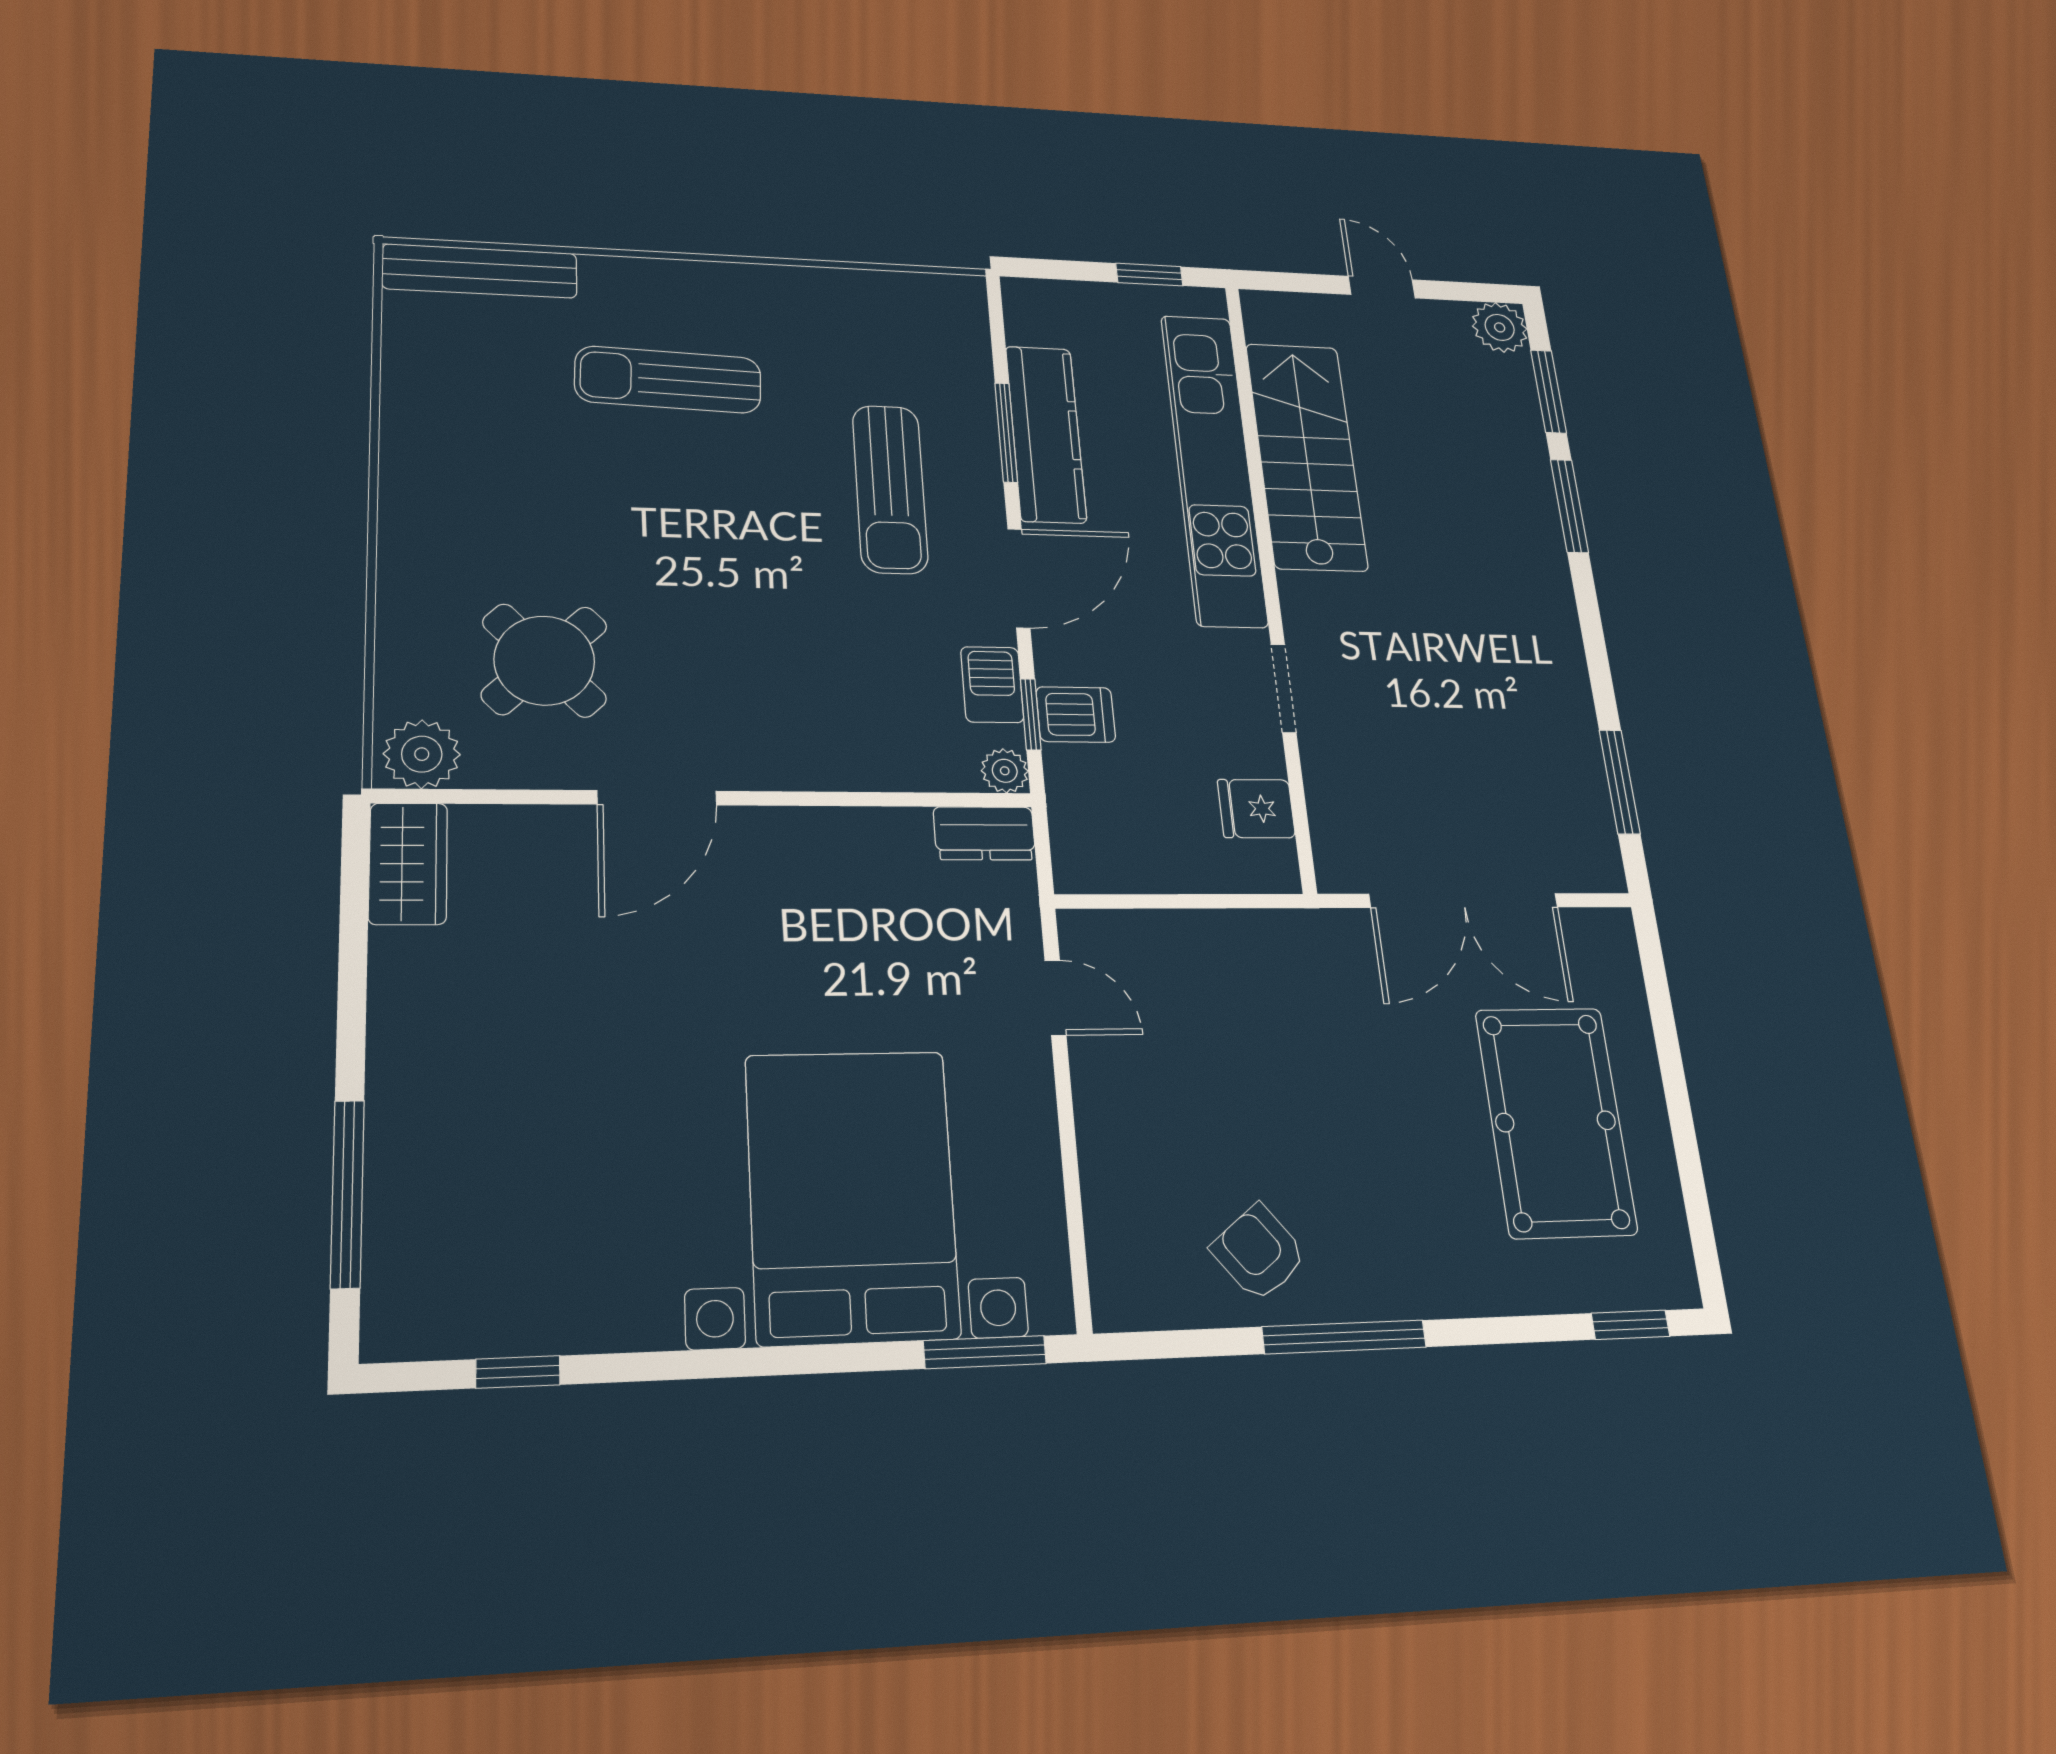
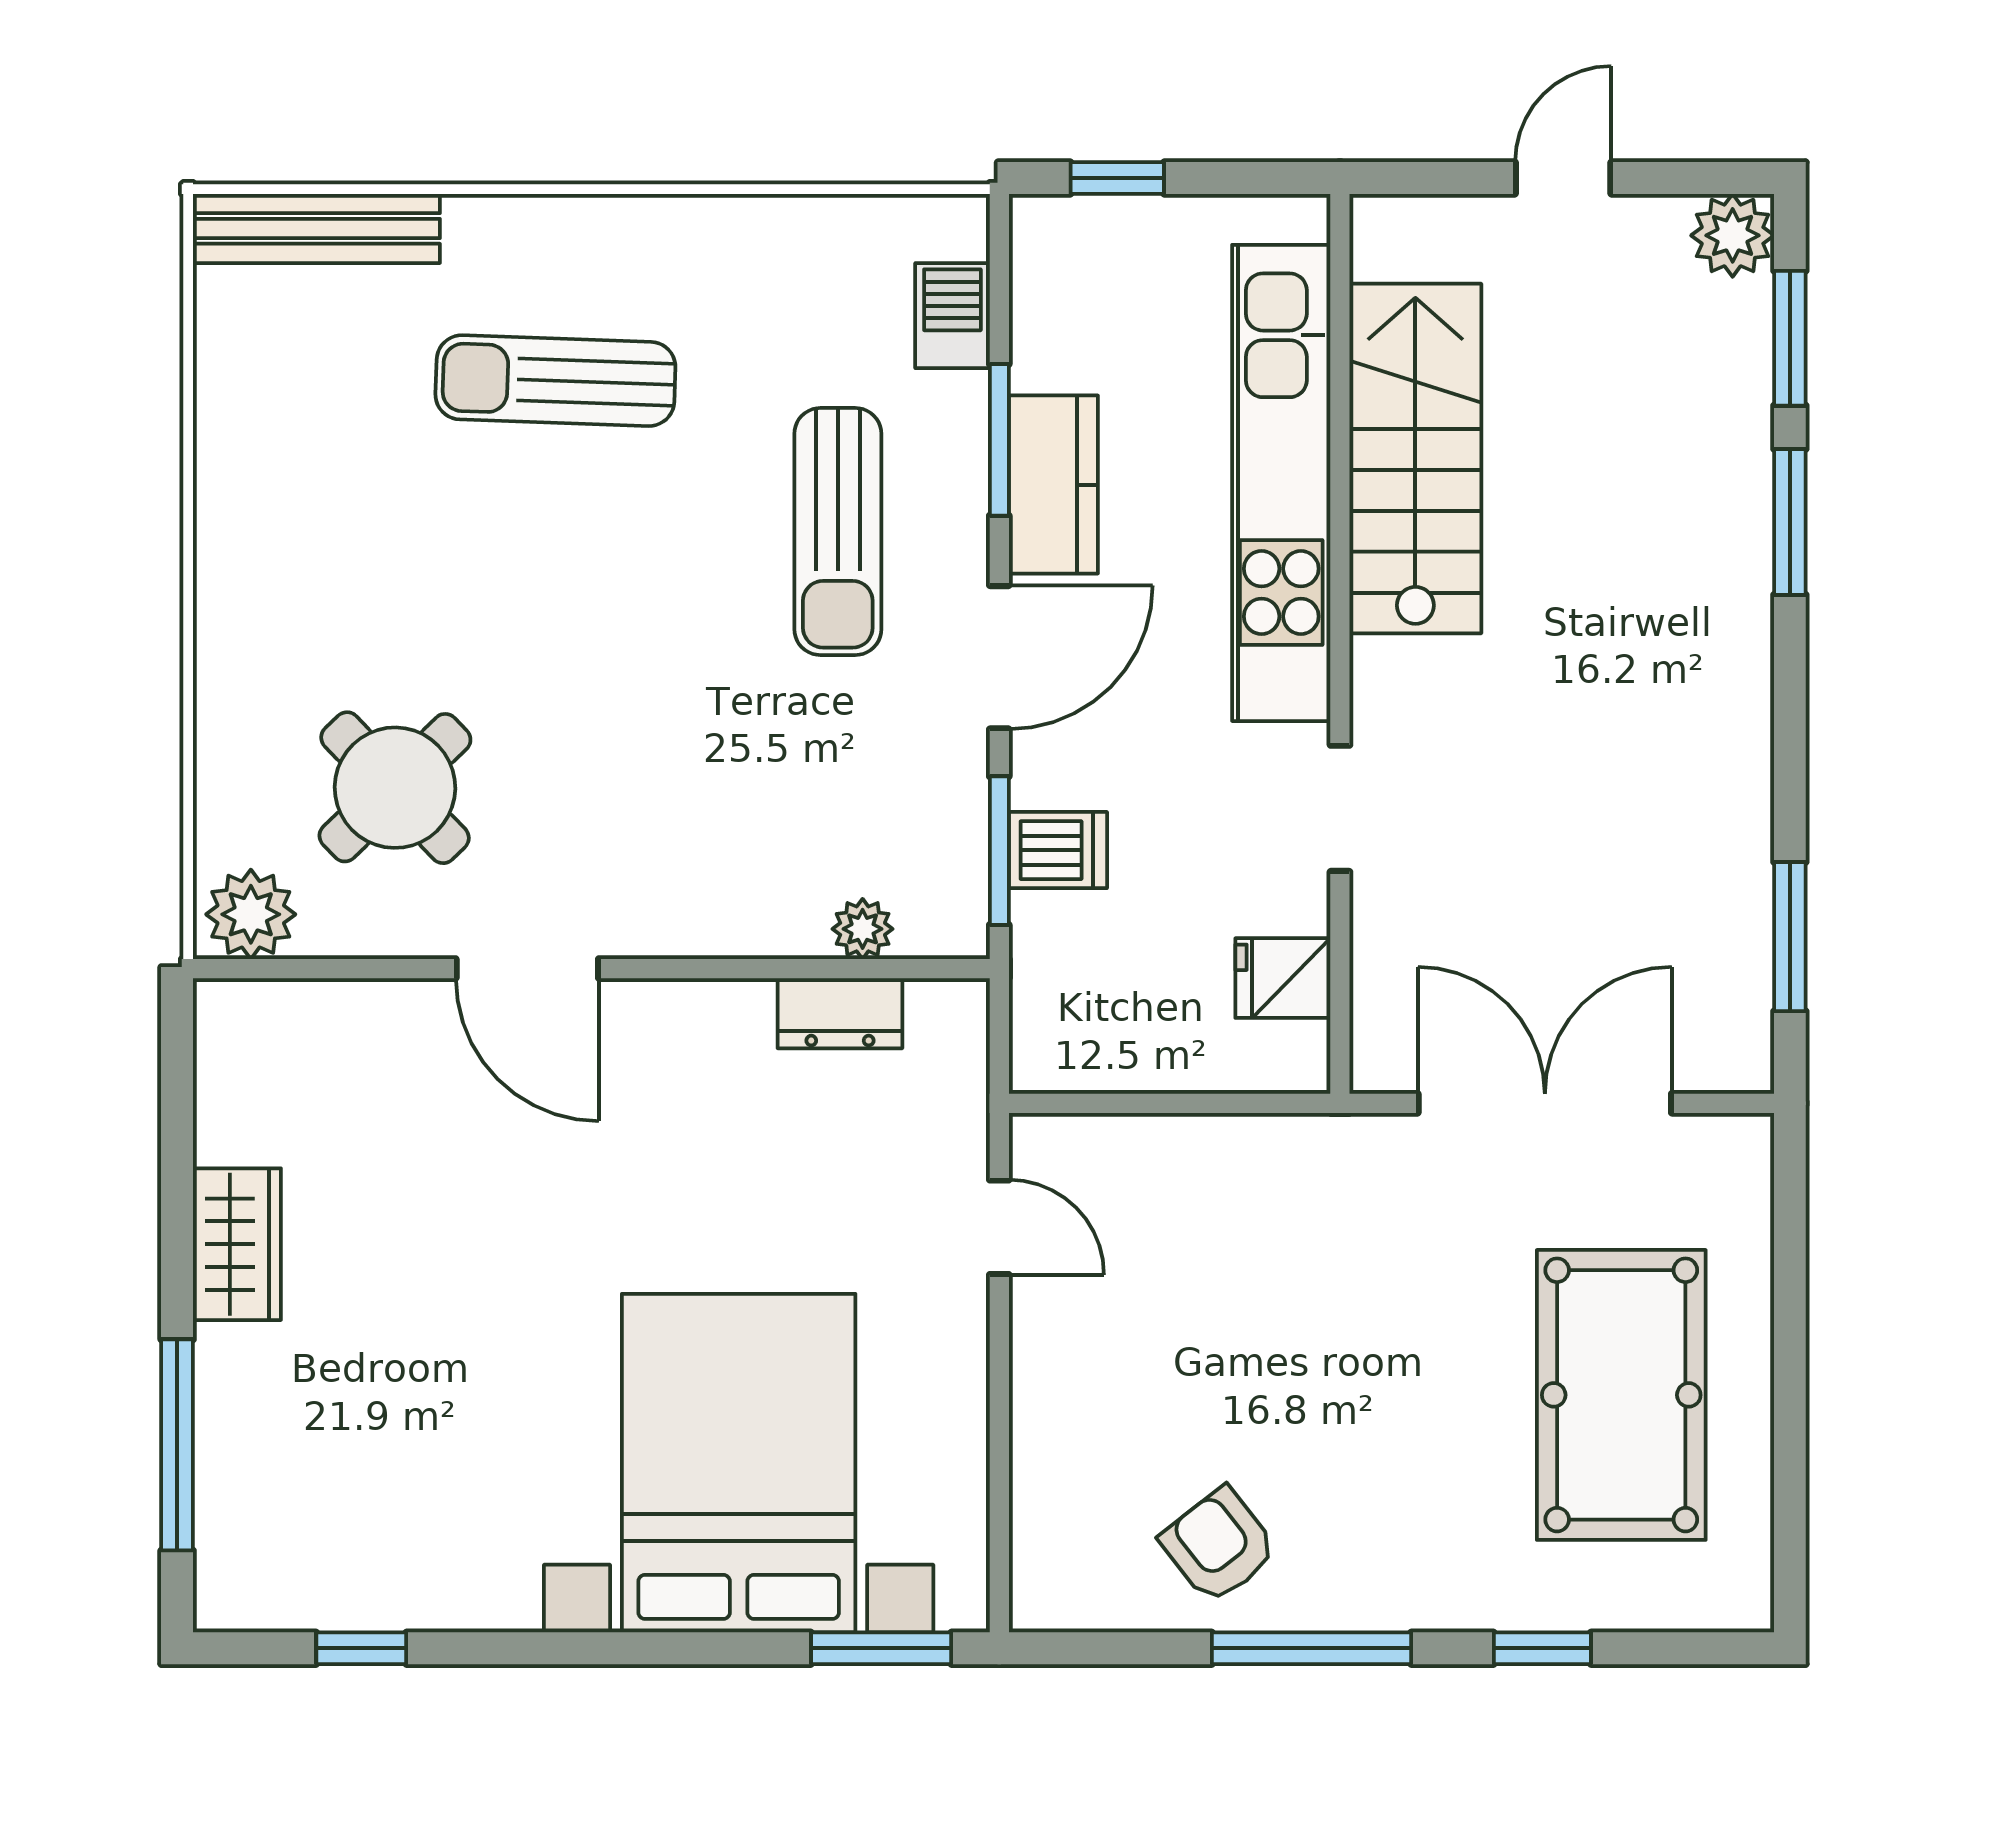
window: (1149, 275) -> (1117, 178), moved
door: (1382, 287) -> (1563, 178), hinge flipped
kitchen counter: (1046, 434) -> (1053, 485), width x0.67
barbecue: (992, 685) -> (952, 316), moved
window: (1031, 714) -> (999, 851), width x1.50
plant: (1005, 771) -> (863, 929), moved
door: (657, 798) -> (527, 969), hinge flipped
dresser: (984, 833) -> (840, 1013), moved
wardrobe: (408, 864) -> (237, 1244), moved
double door: (1464, 901) -> (1545, 1103), swing flipped
window: (1630, 1325) -> (1542, 1648), moved

